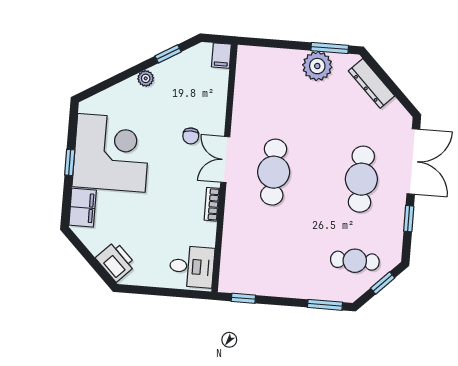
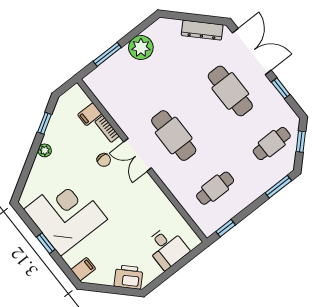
window: (330, 48) -> (107, 54), moved
filing cabinet: (221, 56) -> (90, 114), moved, turned 90
dresser: (372, 83) -> (202, 30), moved
bookcase: (212, 204) -> (107, 129), moved
filing cabinet: (83, 208) -> (83, 269), width x0.50
cafe table: (267, 254) -> (215, 188), added
desk: (192, 267) -> (167, 248), moved, turned 90

